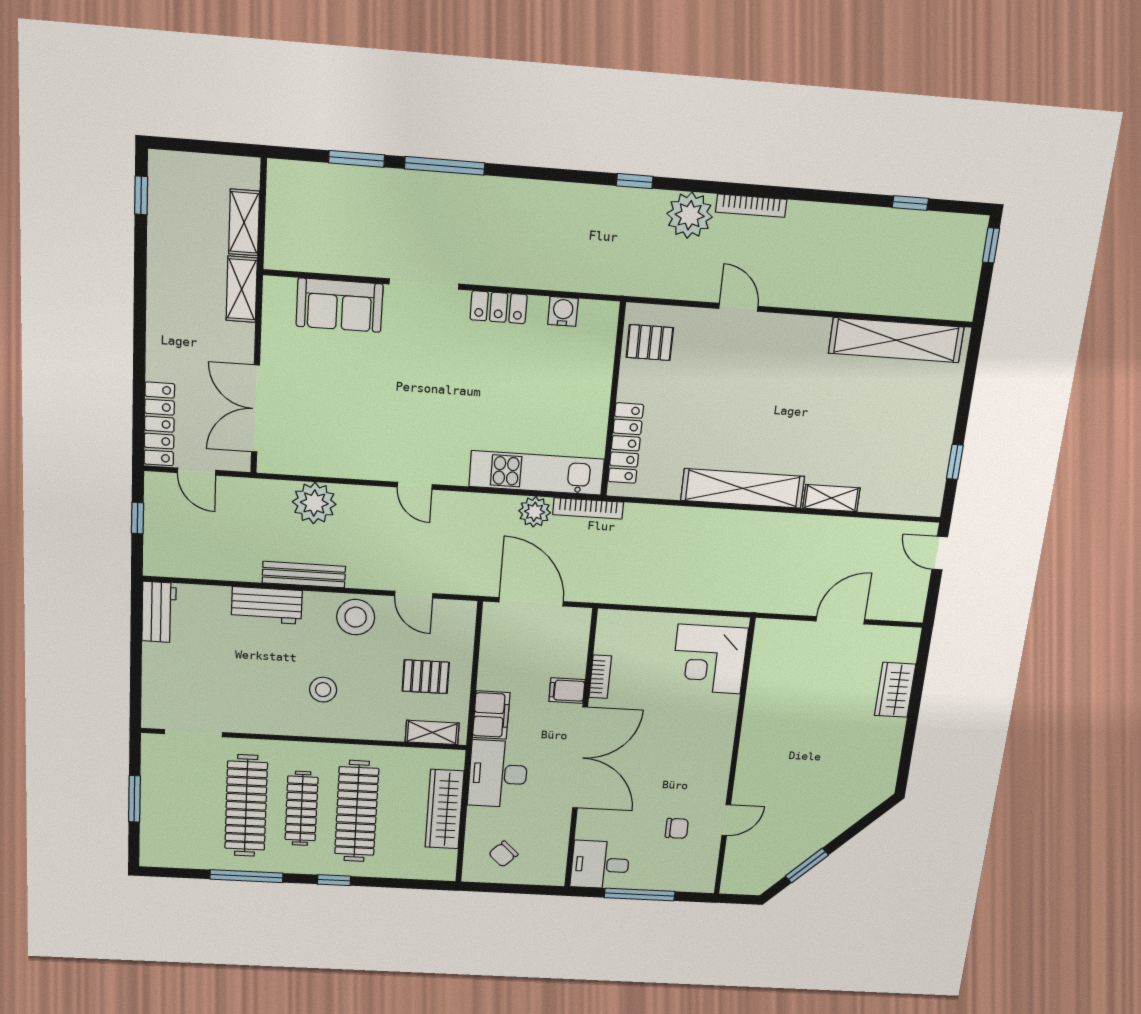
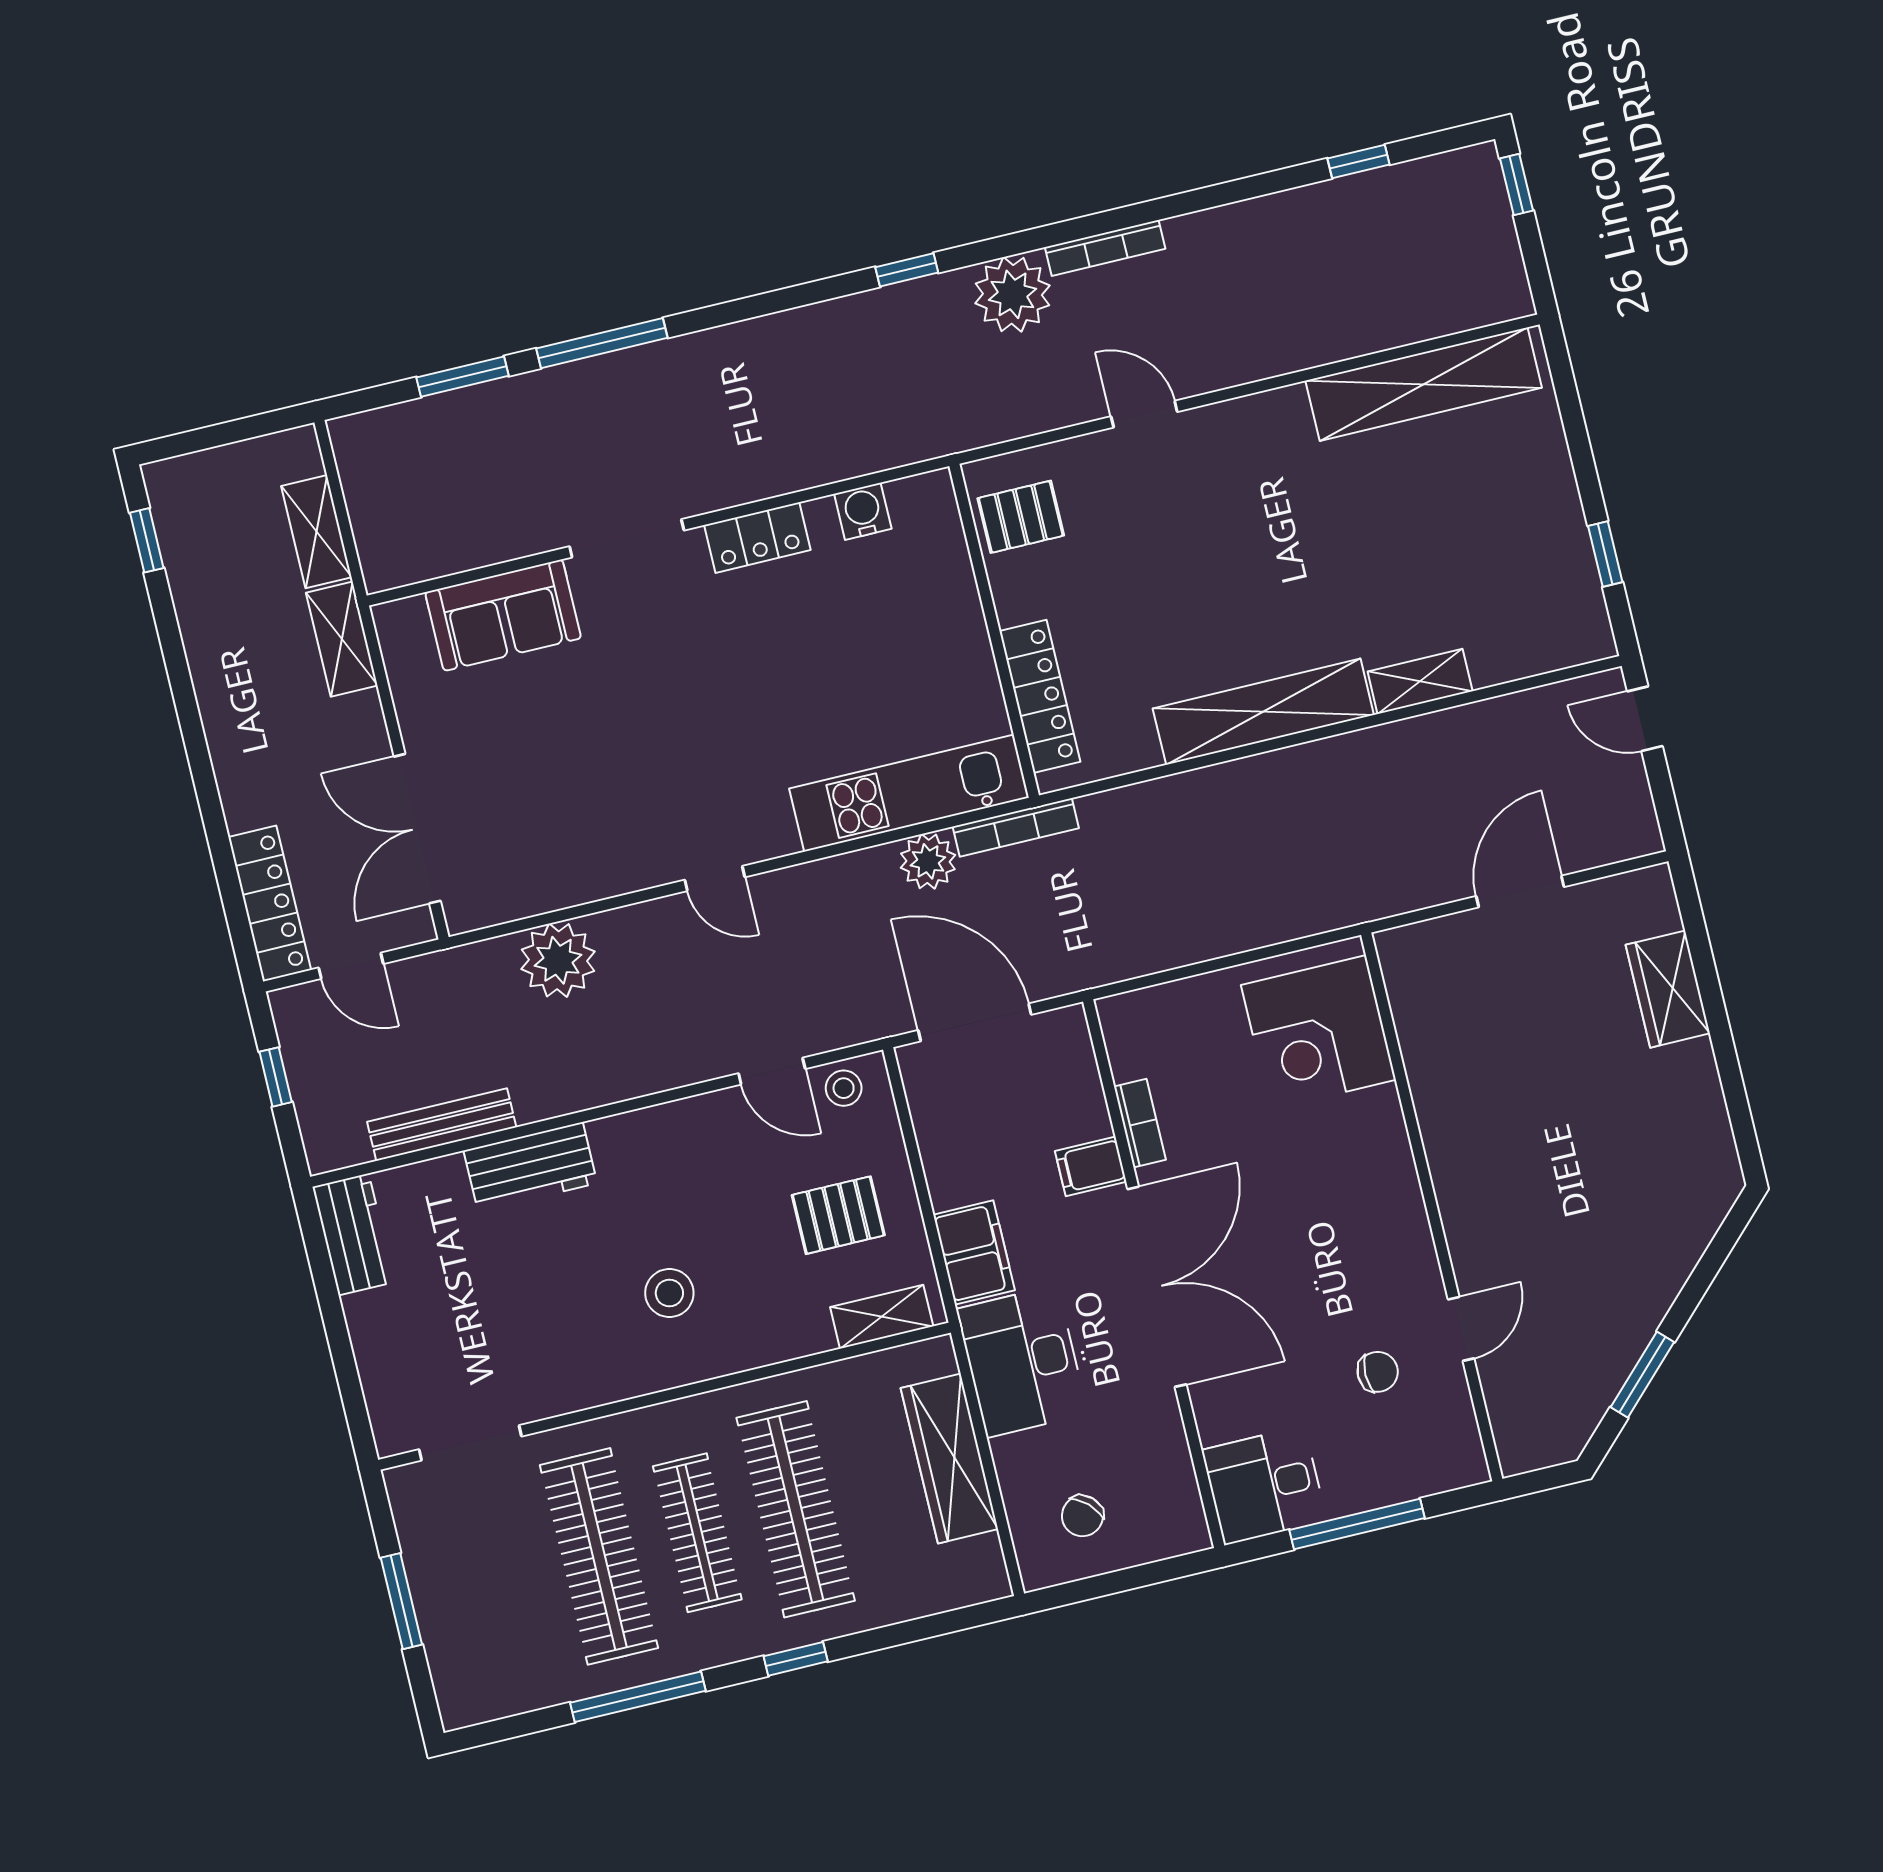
bench: (304, 575) -> (442, 1125), moved
stool: (356, 617) -> (844, 1088), moved, width x0.53, depth x0.53

